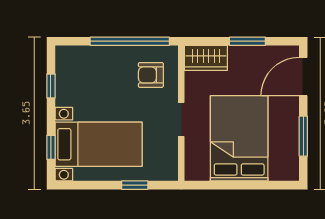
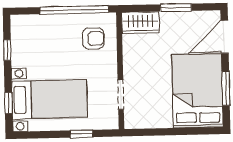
armchair: (151, 75) -> (93, 38), turned 180
doorway: (181, 119) -> (121, 95), moved
bed: (239, 138) -> (197, 91), moved

